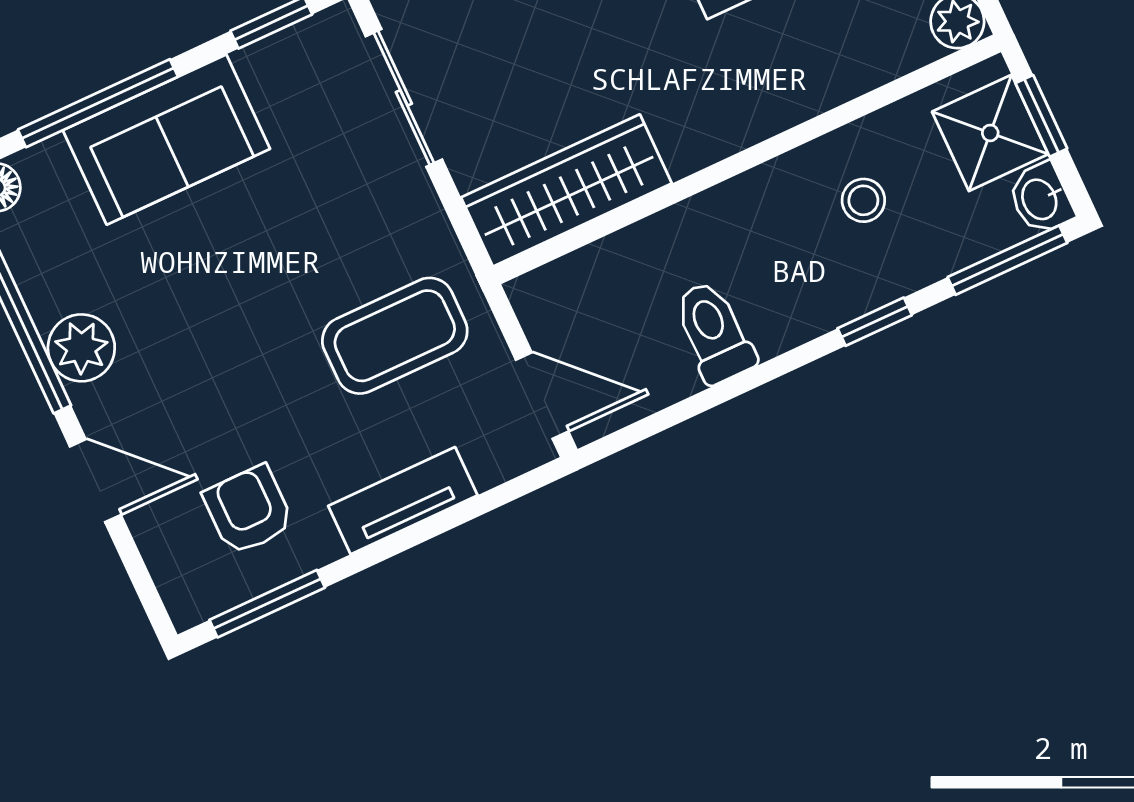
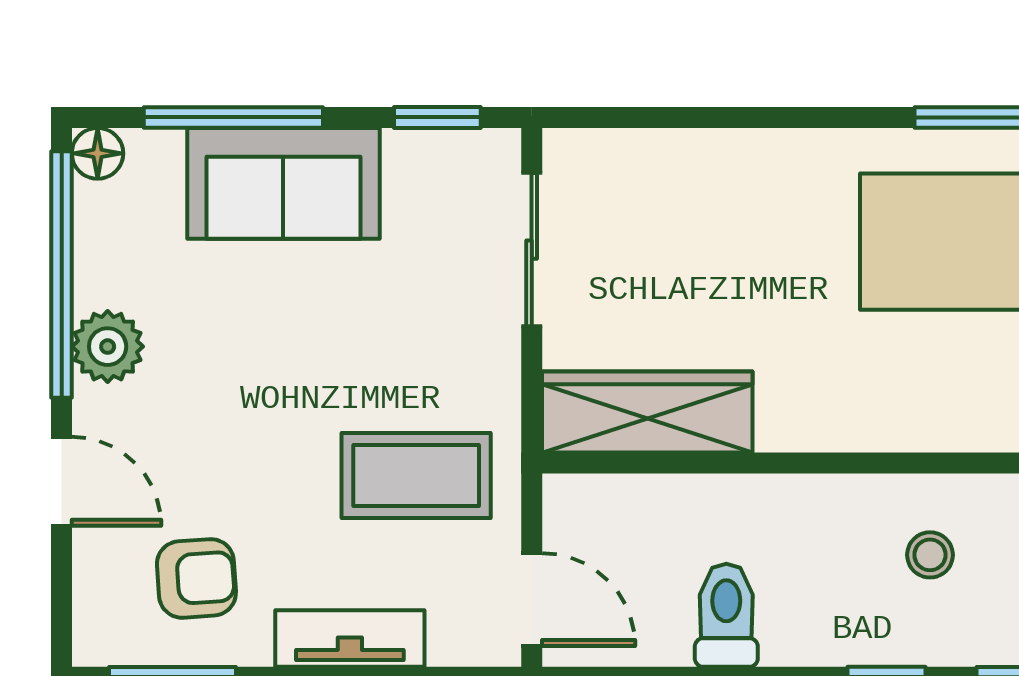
armchair: (248, 510) -> (196, 578), turned 86

